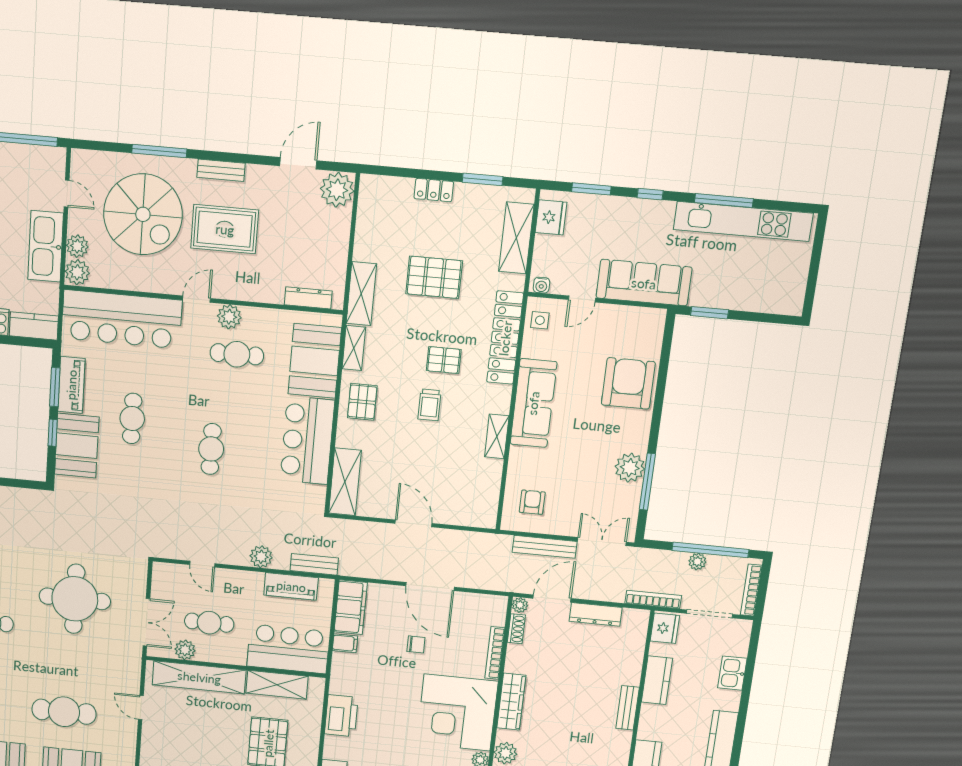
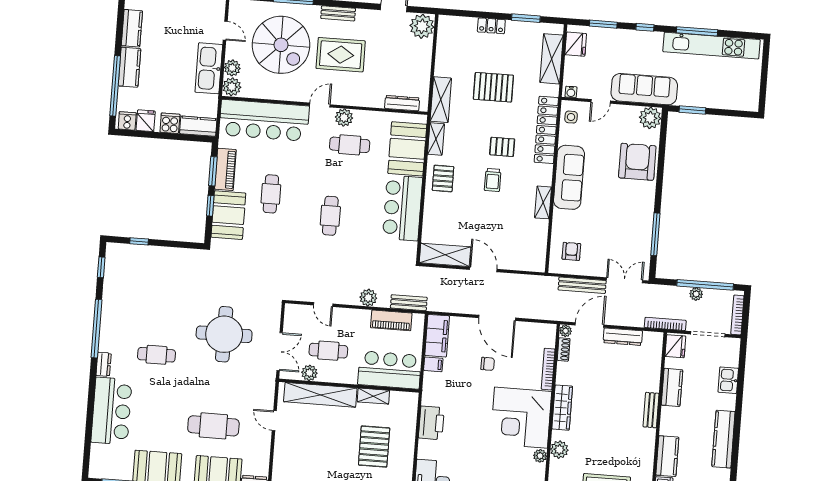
plant: (630, 468) -> (650, 118), moved
shelving: (345, 482) -> (445, 255), moved, turned 90
shelving: (277, 685) -> (373, 396), width x0.67, depth x0.75

